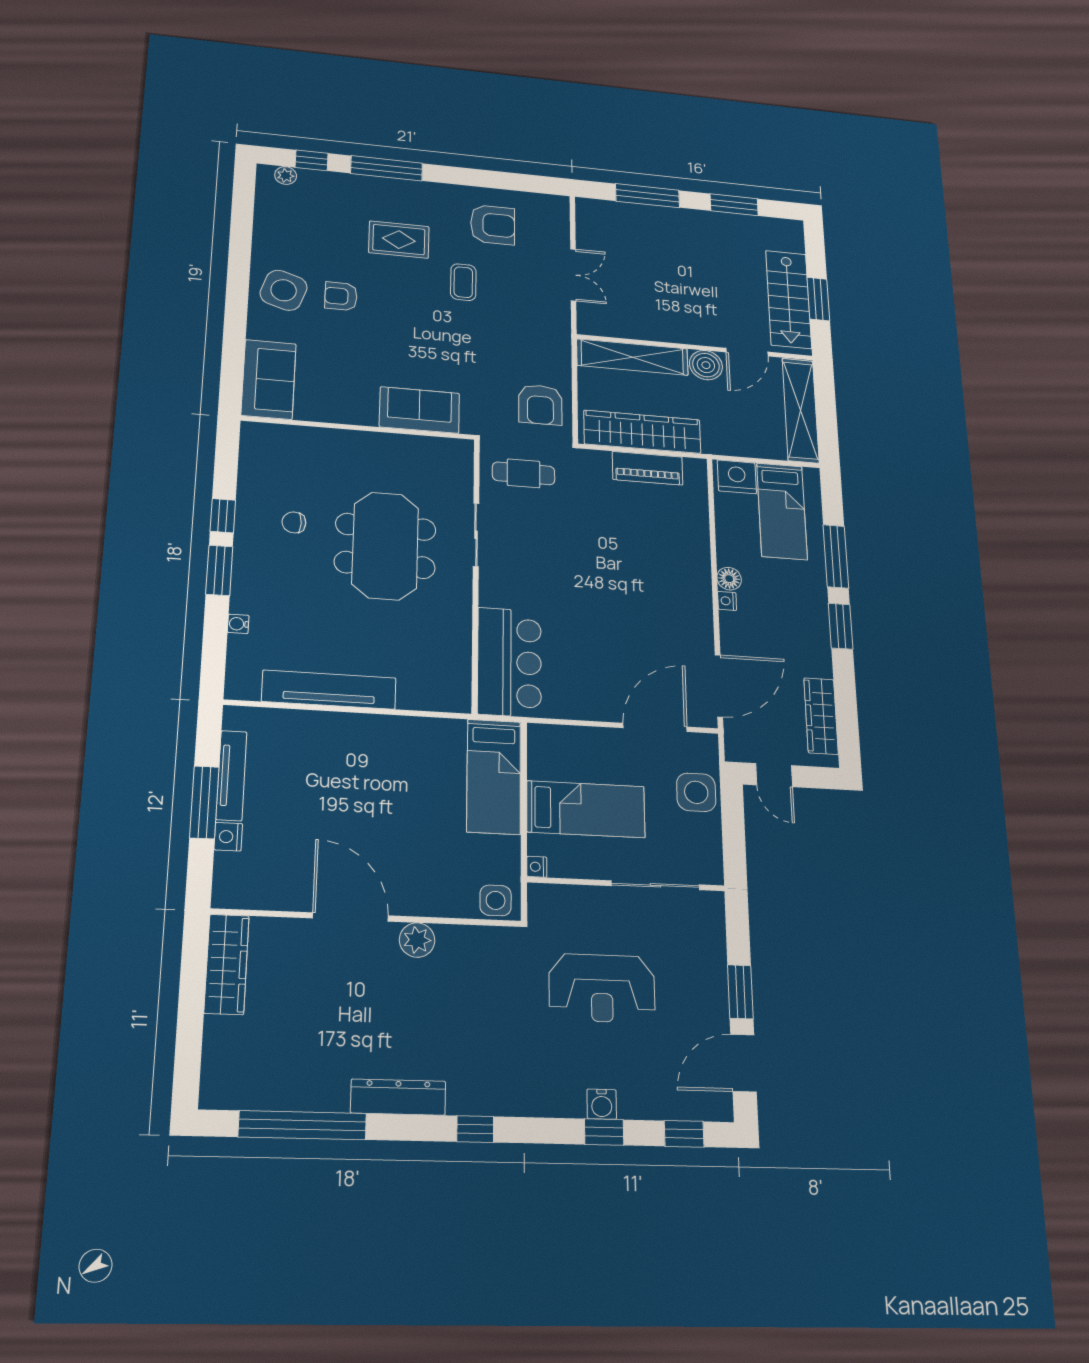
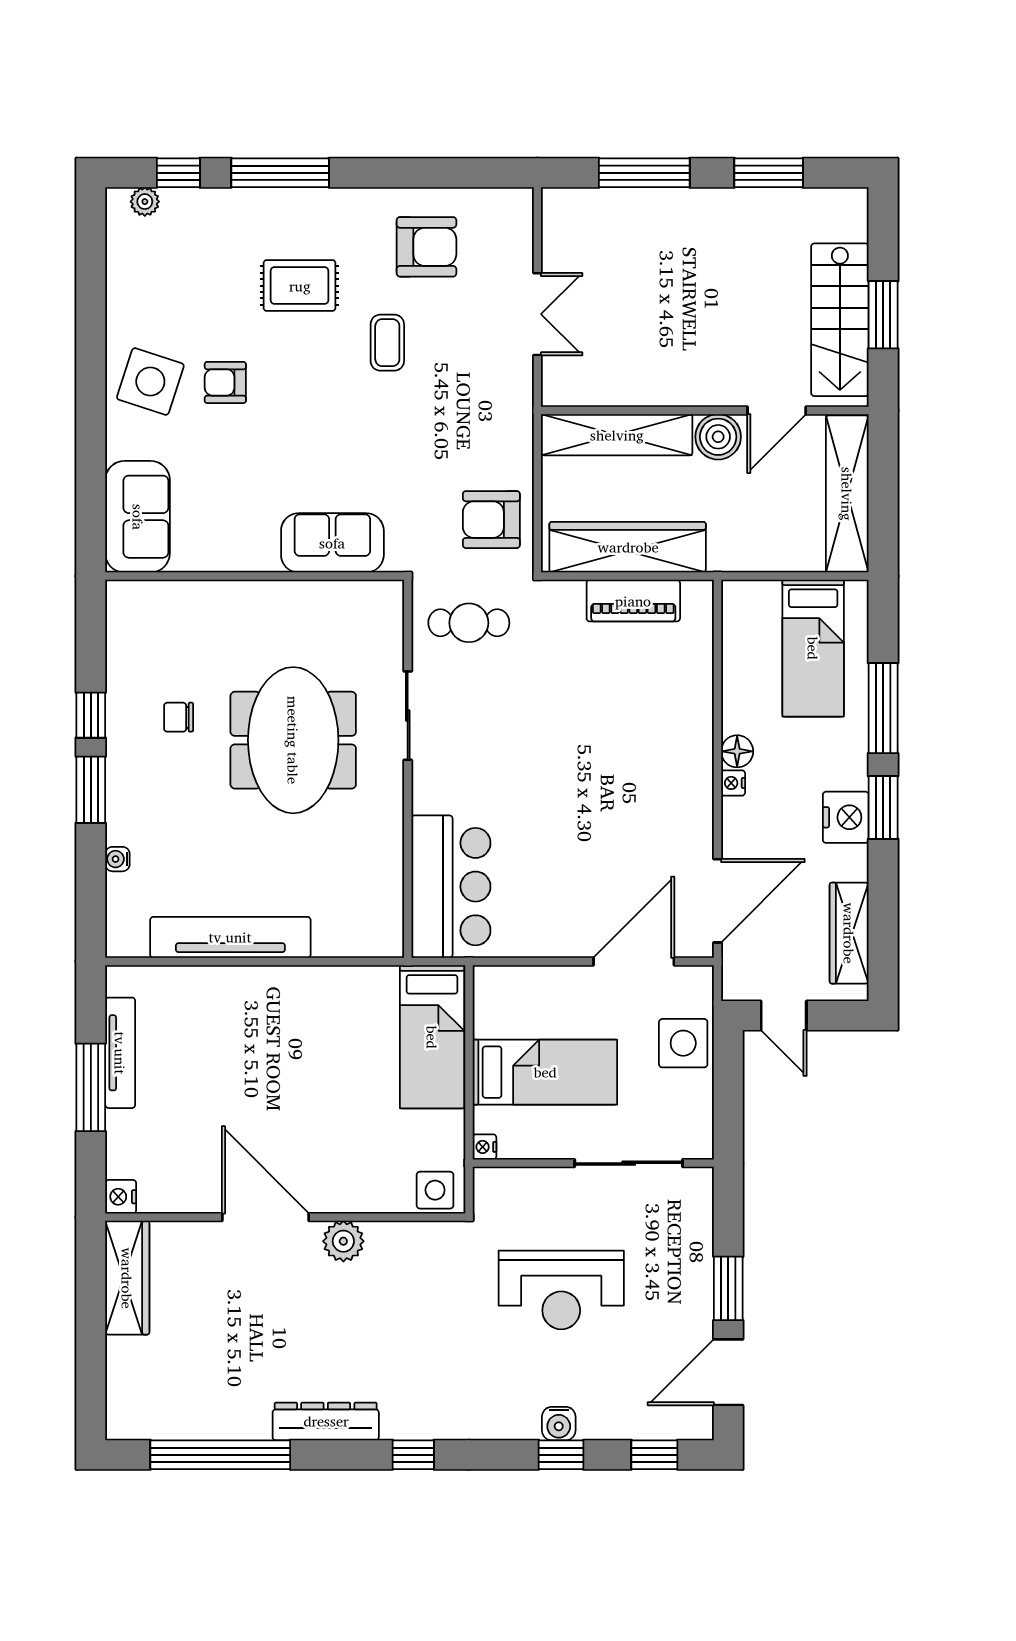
armchair: (540, 405) -> (491, 520), turned 90
nightstand: (737, 477) -> (846, 817), moved, turned 90
nightstand: (228, 837) -> (121, 1197), moved

